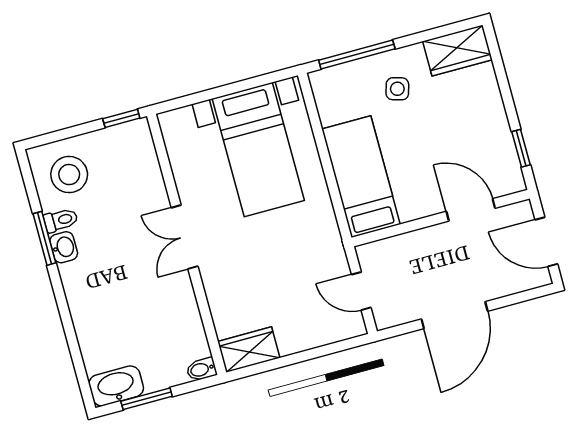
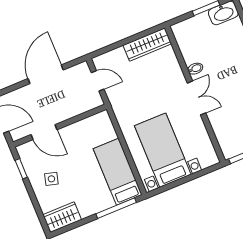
side table: (397, 89) -> (51, 179), moved
bed: (361, 177) -> (118, 172), moved, turned 180
wardrobe: (249, 350) -> (147, 44), width x1.50
bidet: (201, 369) -> (195, 69), moved

